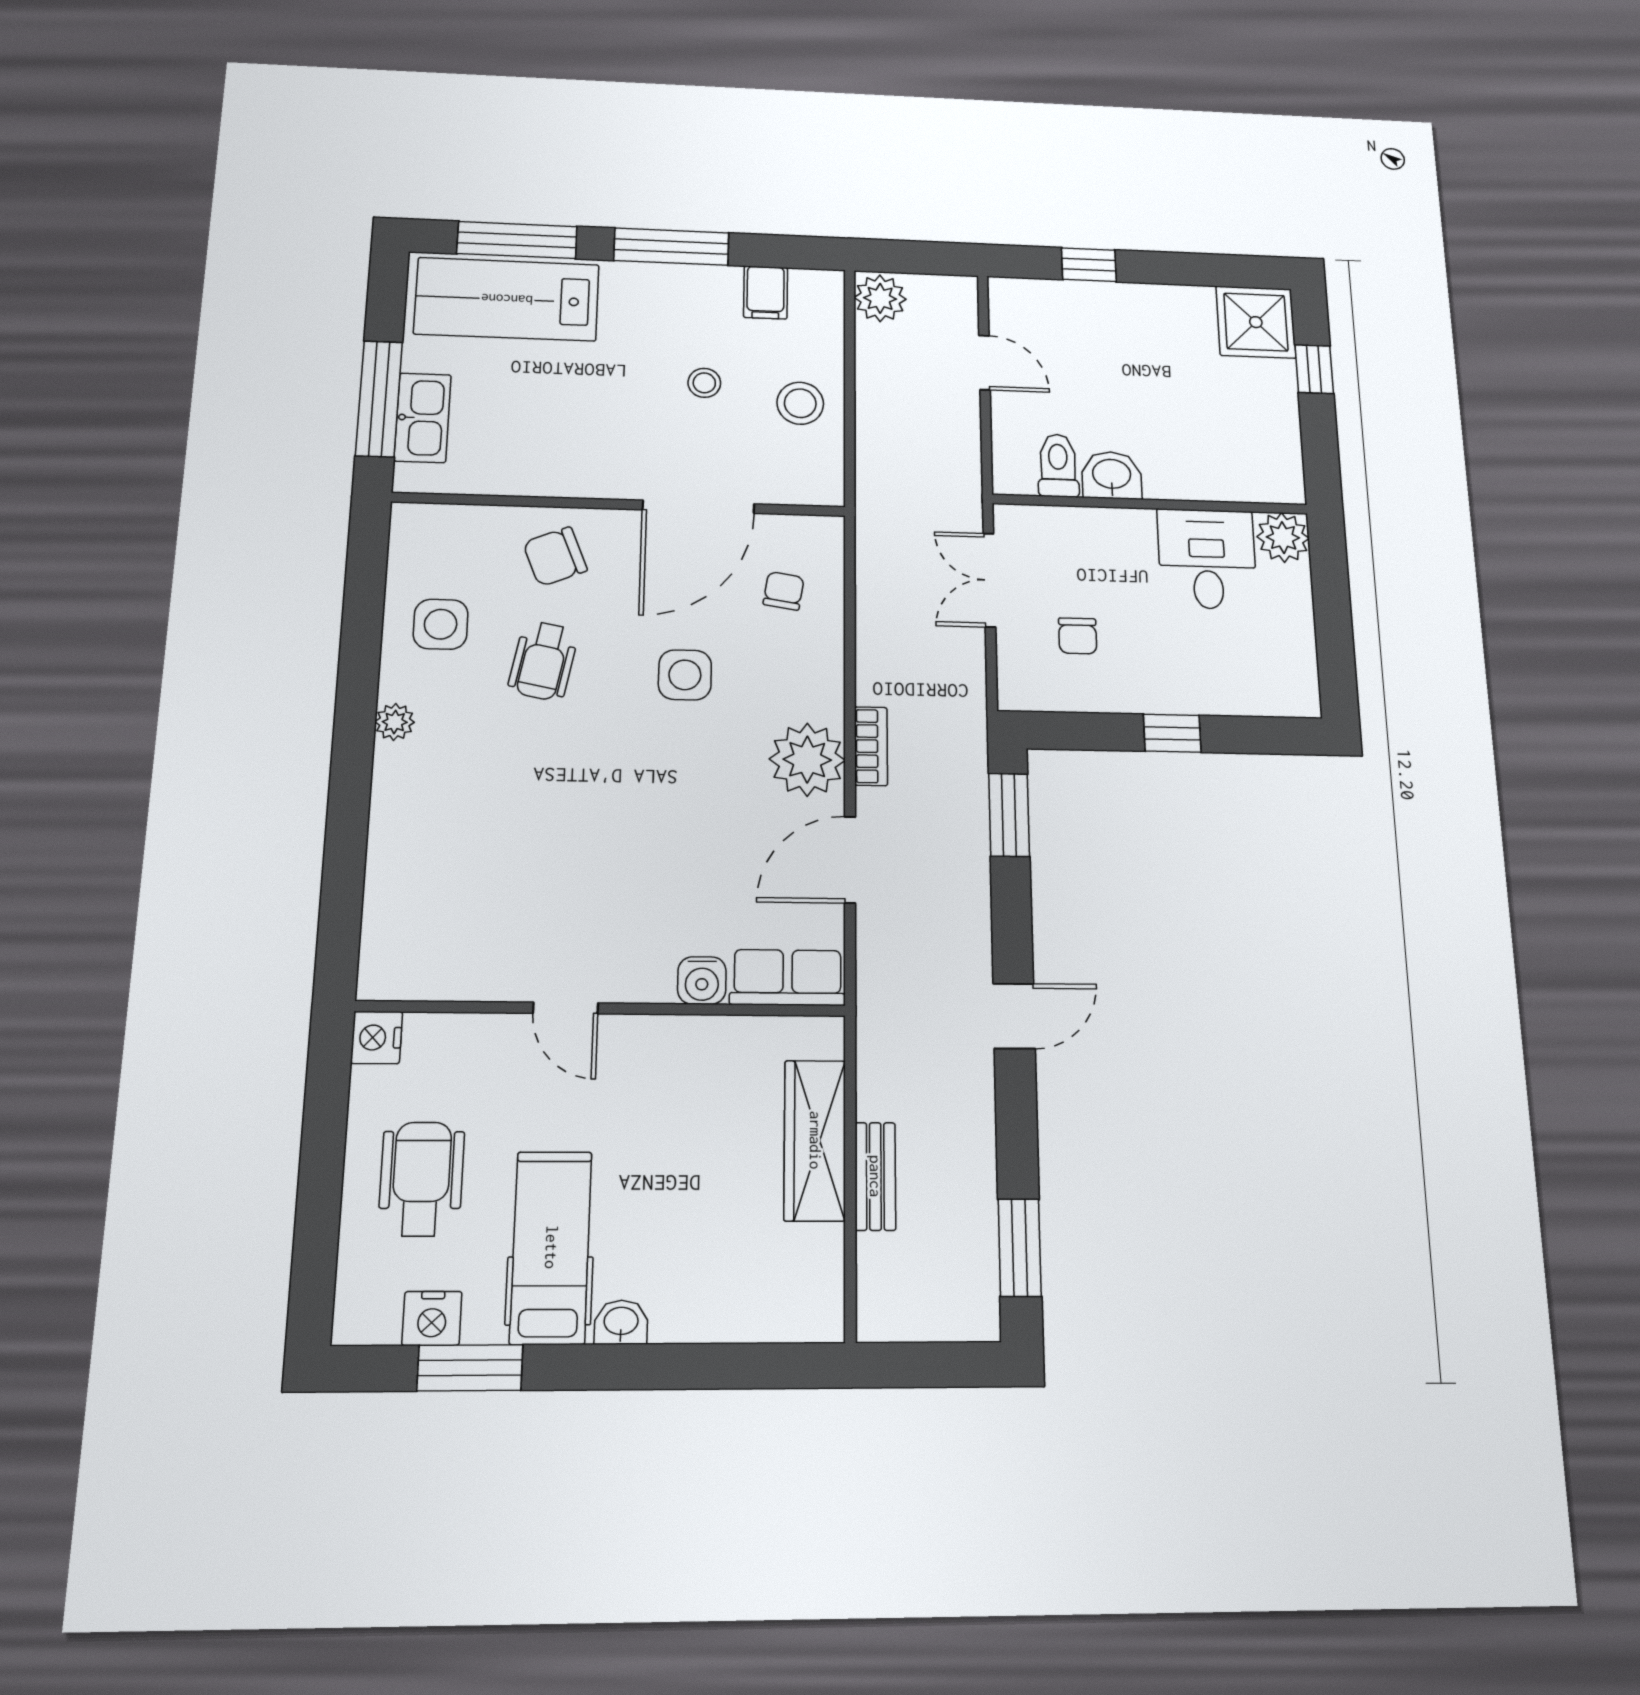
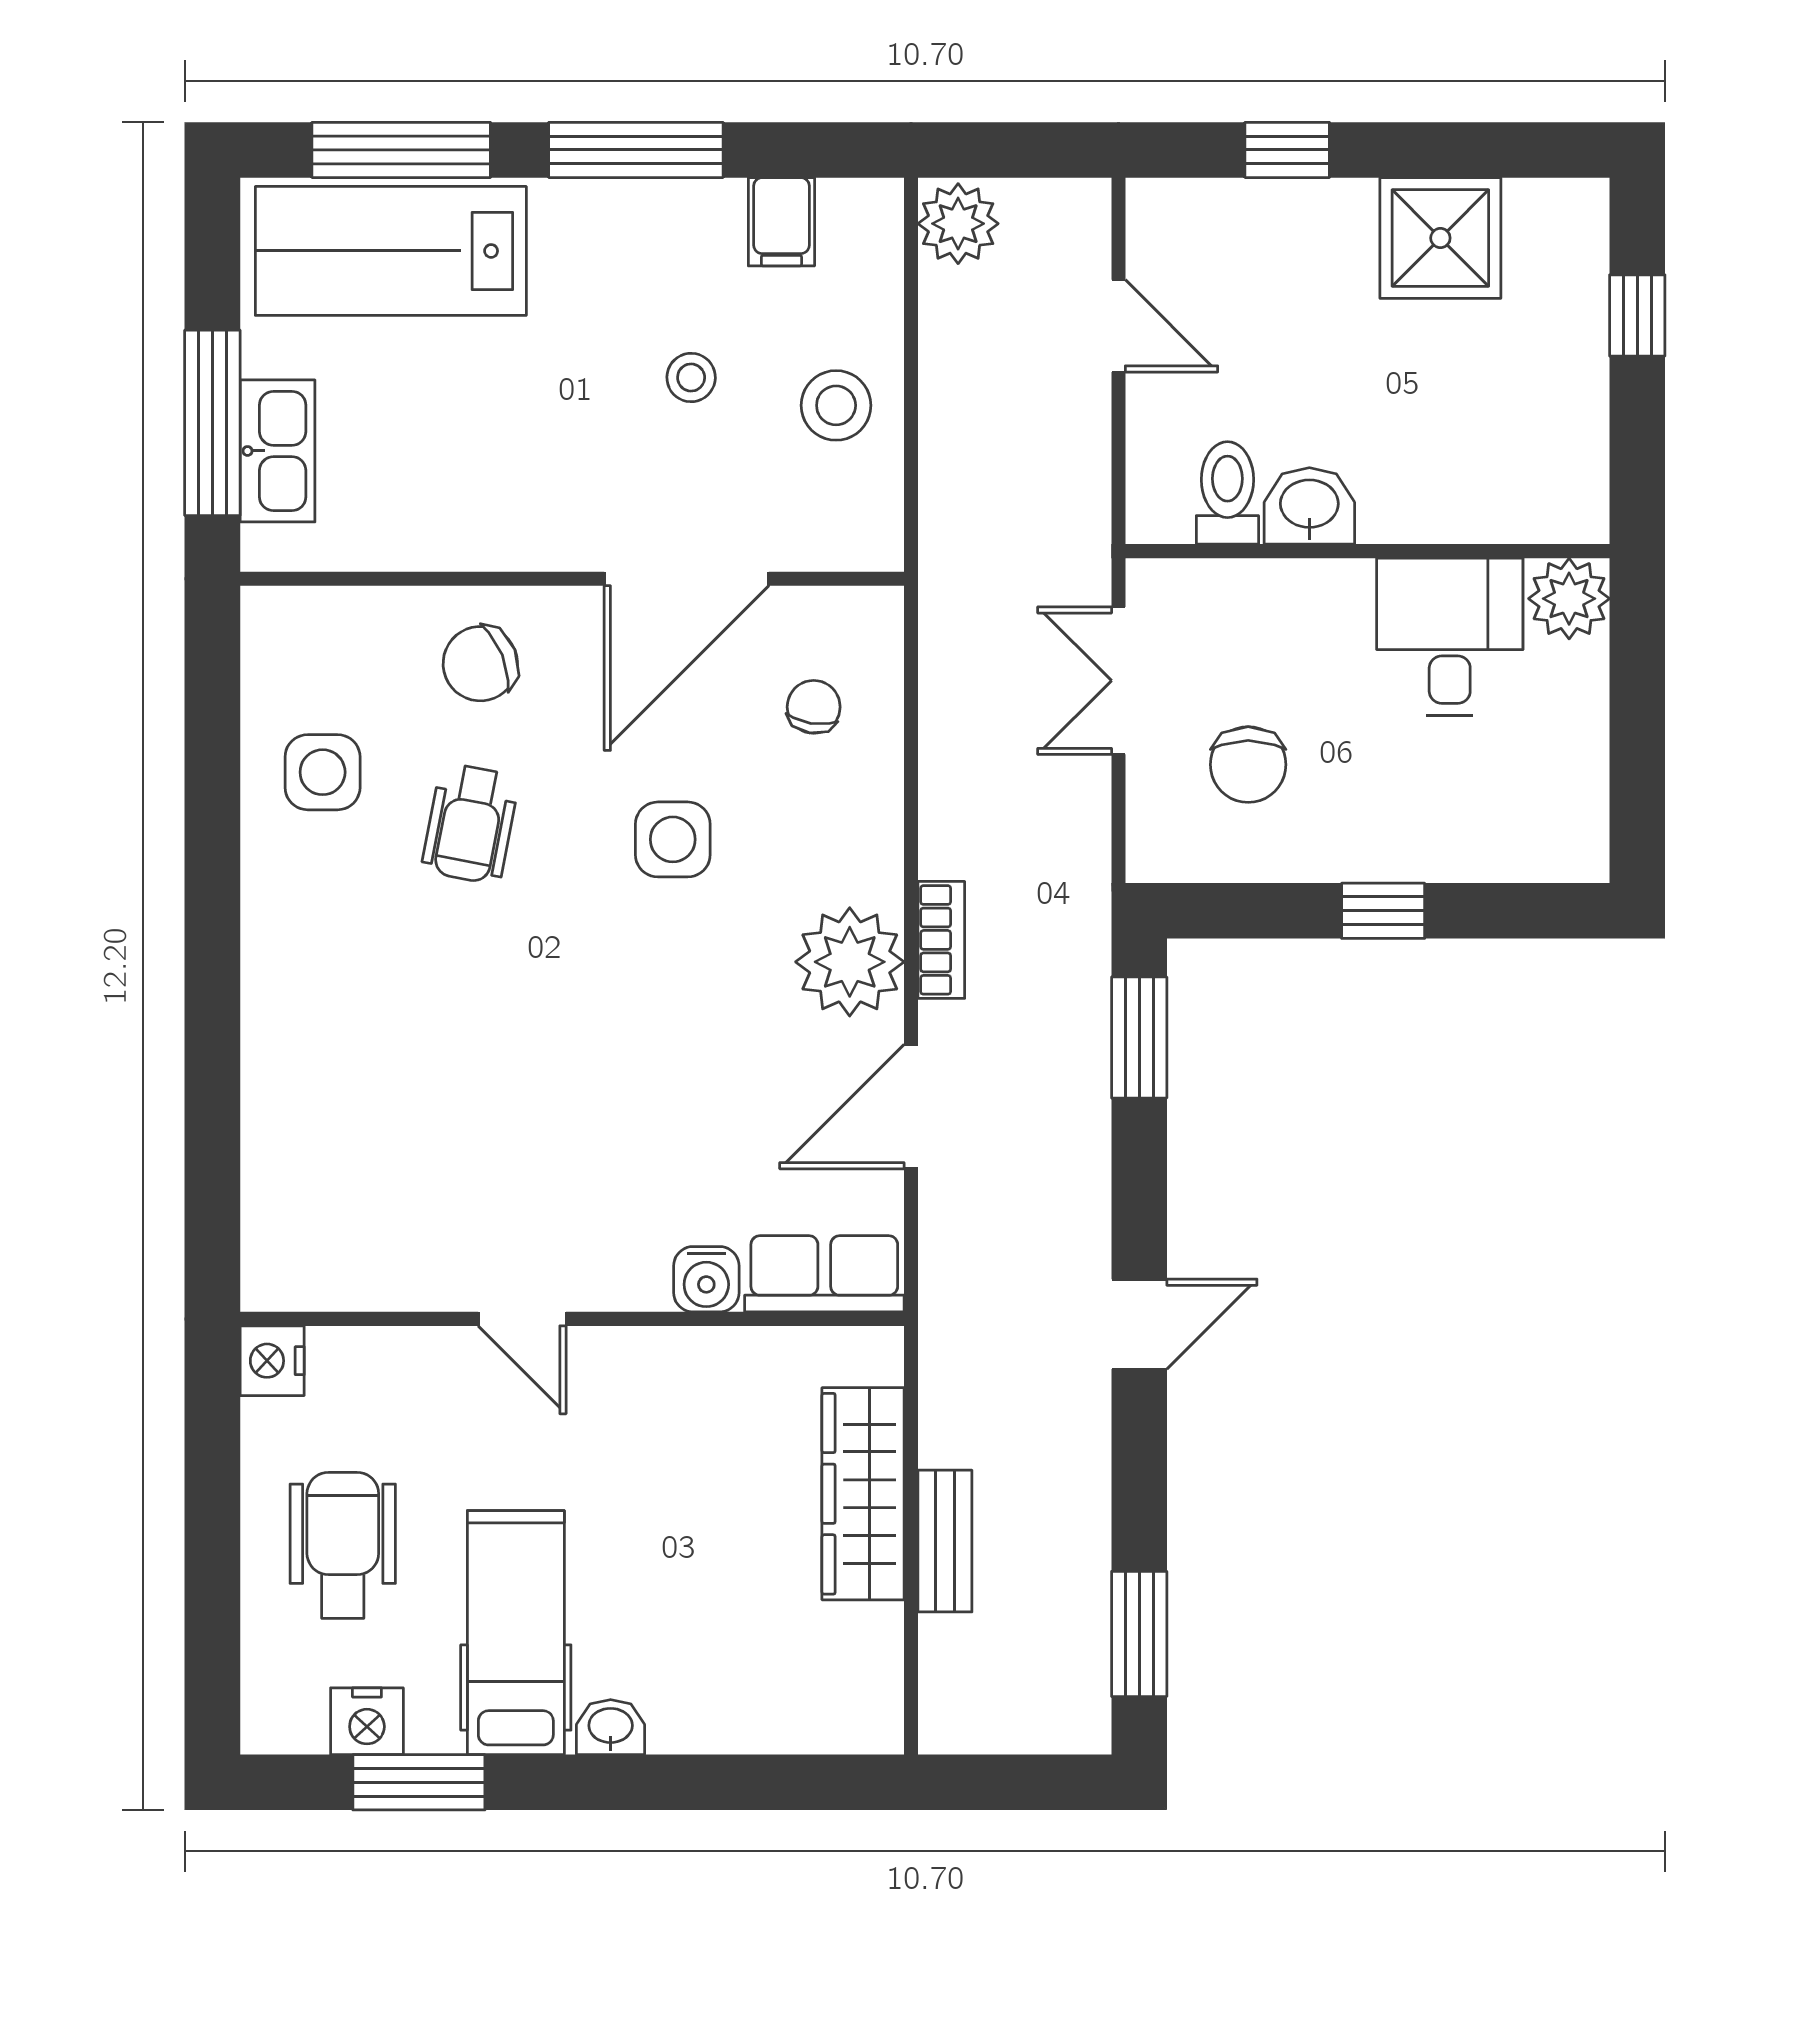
shower: (1256, 322) -> (1440, 238), moved
chair: (1078, 636) -> (1248, 765), width x1.37, depth x1.37
plant: (395, 722) -> (267, 919), removed

